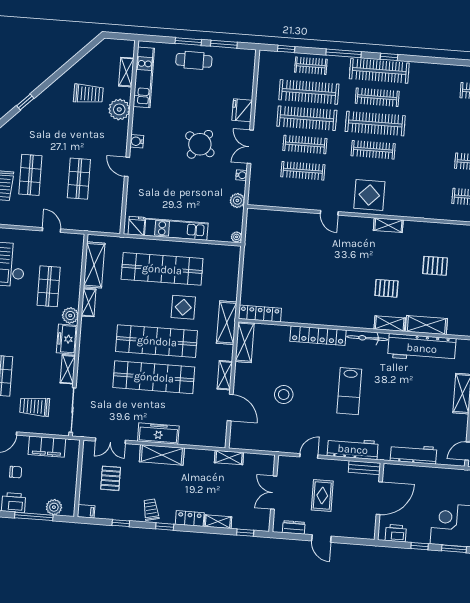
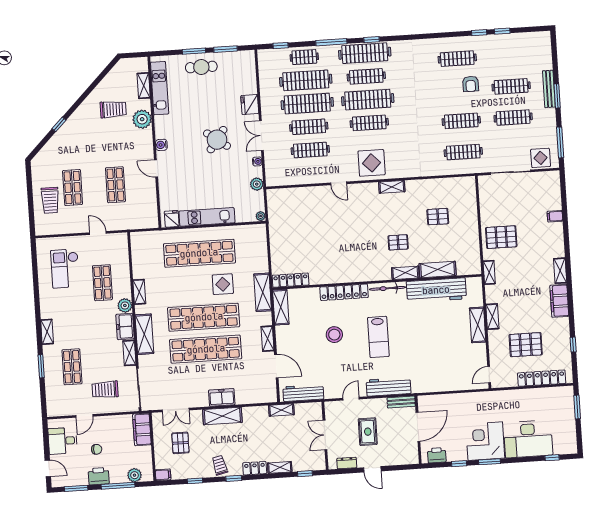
shelving: (94, 265) -> (144, 334), moved
stool: (284, 395) -> (334, 335), moved
freezer: (158, 434) -> (222, 397), width x0.71
filing cabinet: (47, 447) -> (142, 429), moved, turned 90
workbench: (414, 454) -> (303, 393), moved

